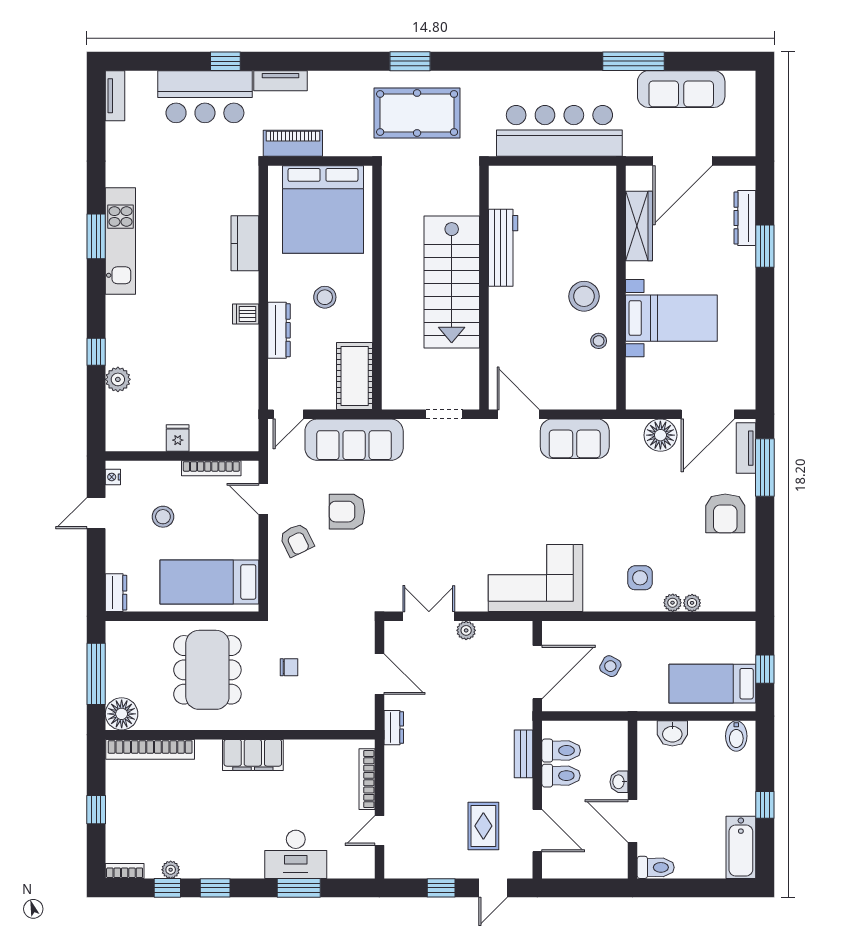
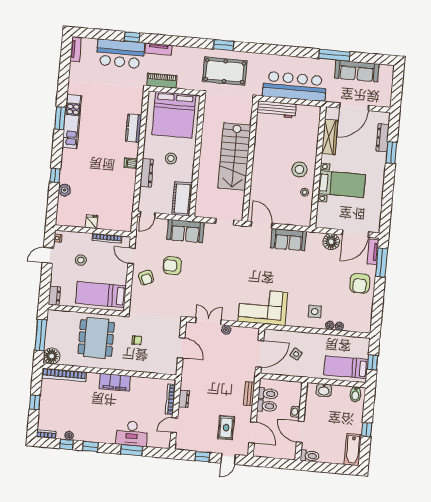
workbench: (503, 248) -> (276, 109), moved, turned 90
sofa: (354, 440) -> (185, 231), width x0.73
dresser: (394, 728) -> (184, 399), moved

